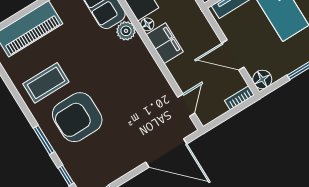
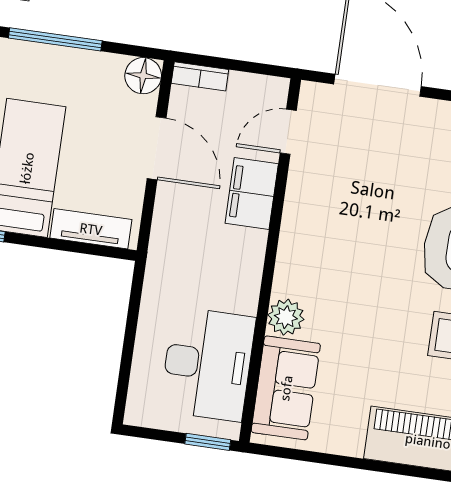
floor lamp: (147, 24) -> (246, 300), removed
filing cabinet: (165, 43) -> (252, 193), moved

